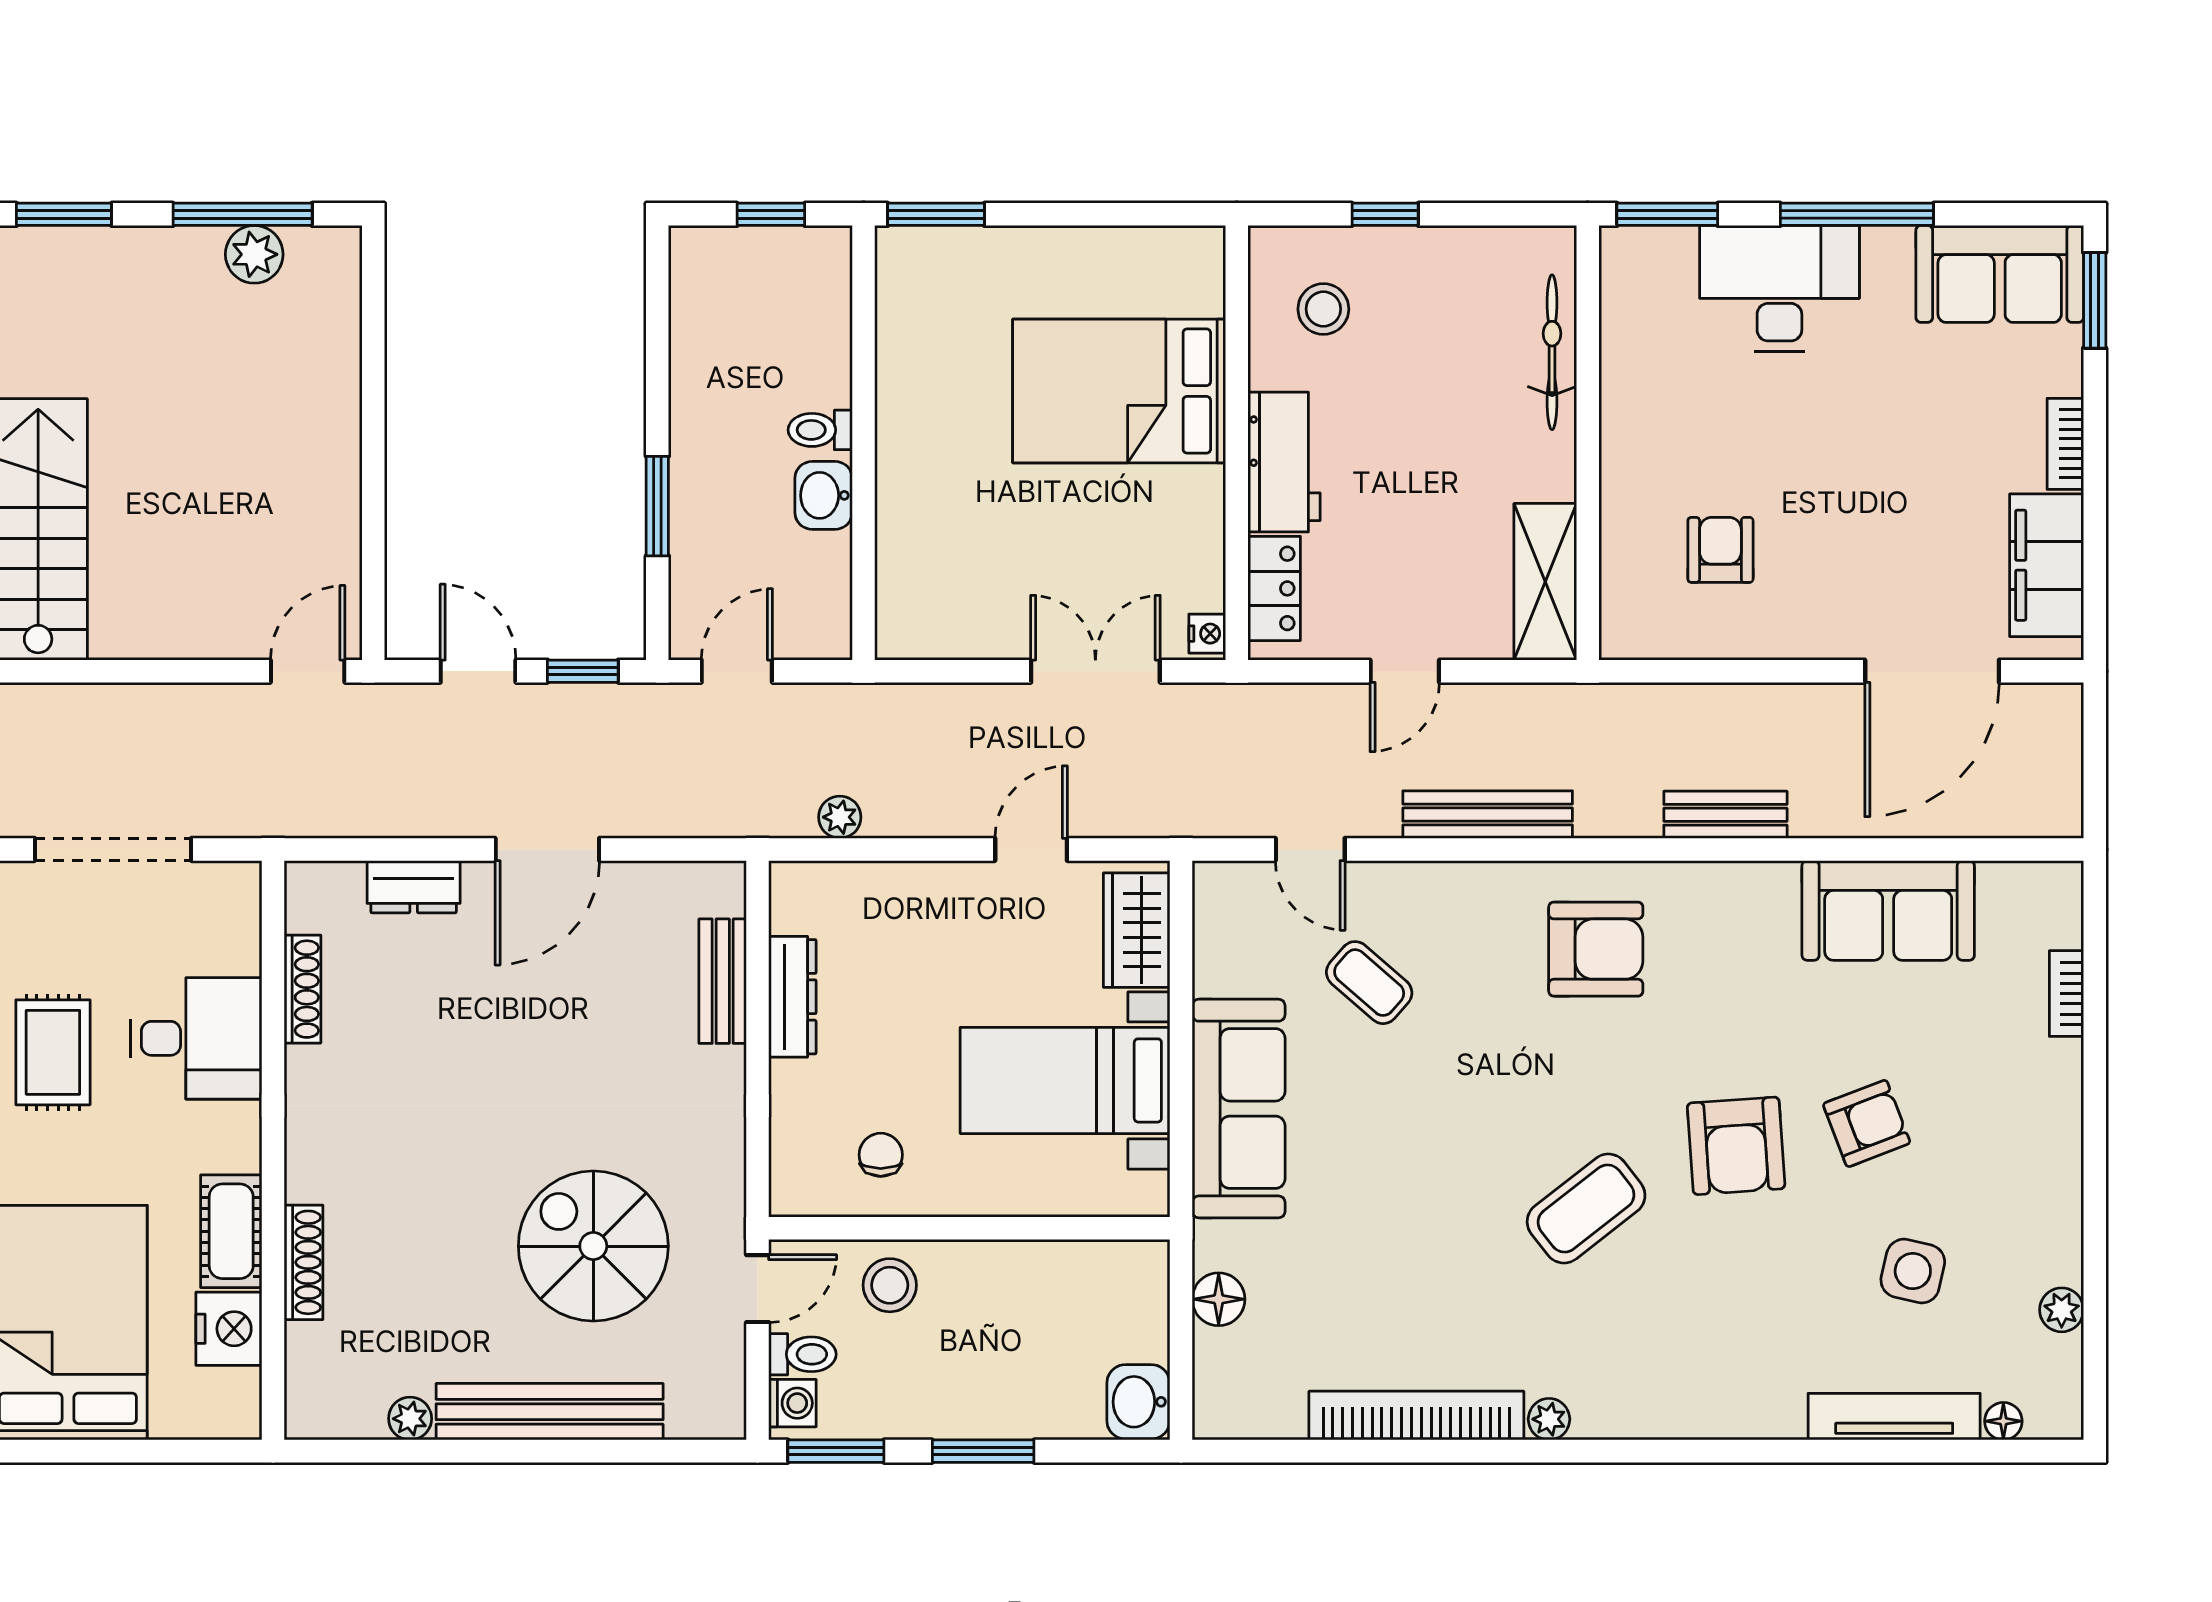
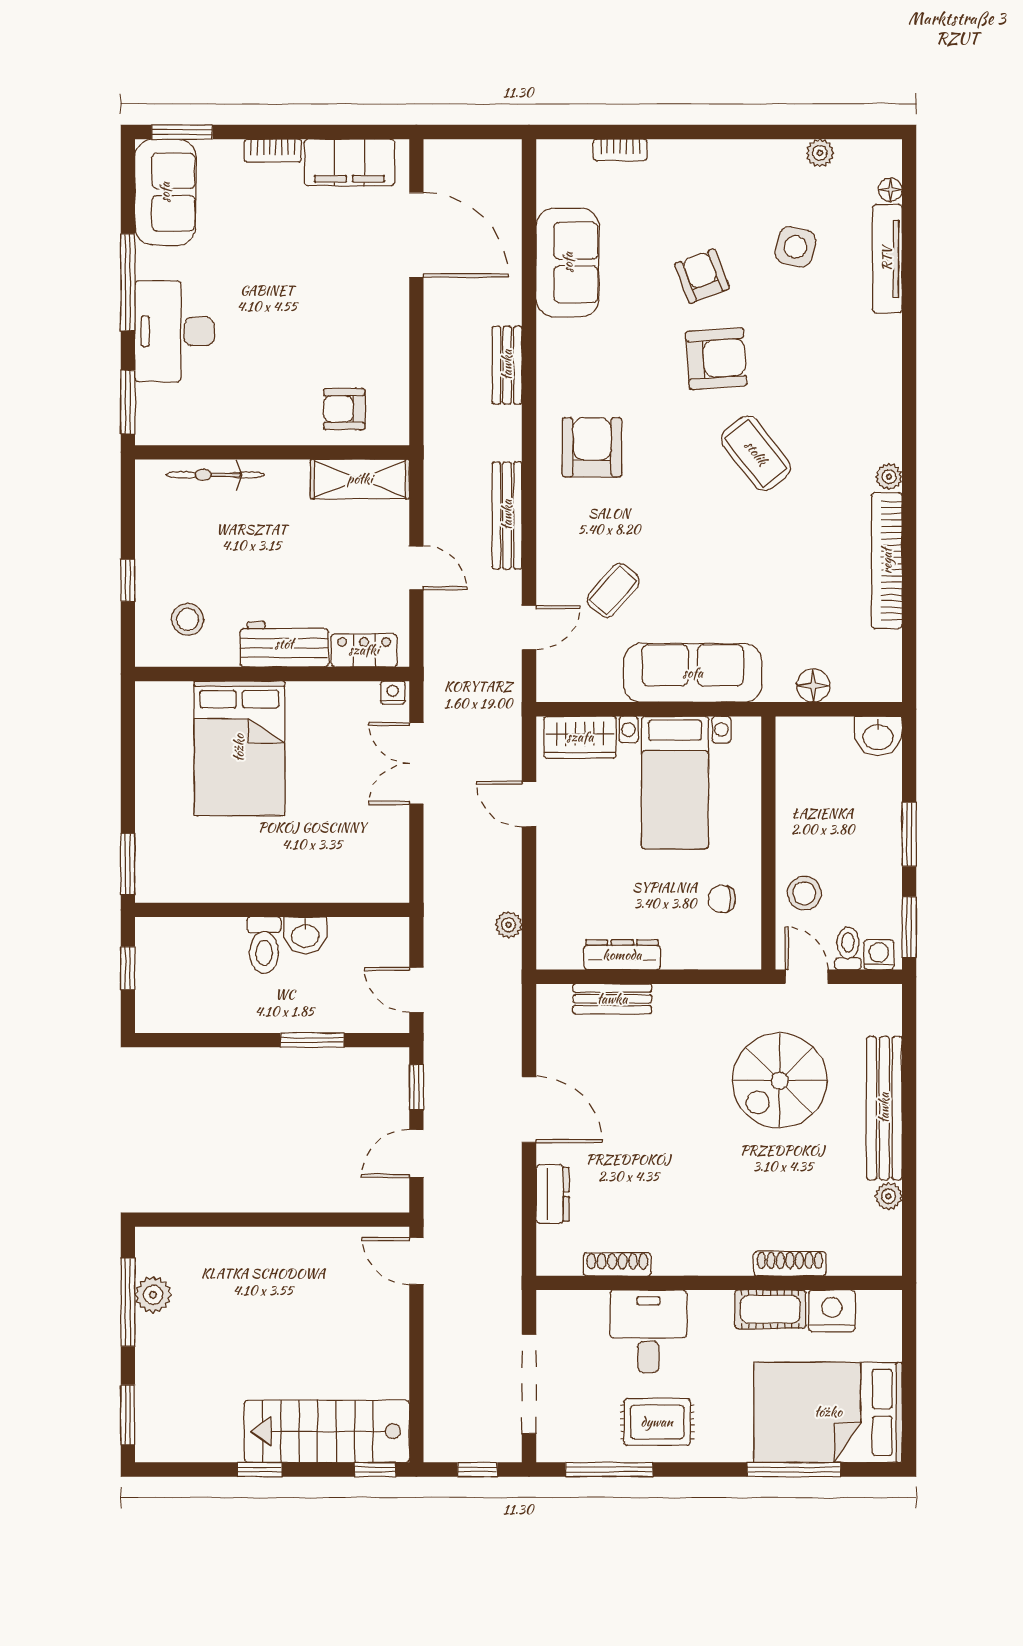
toilet: (820, 430) -> (264, 945), width x1.37, depth x1.39
armchair: (1720, 550) -> (344, 409), moved

